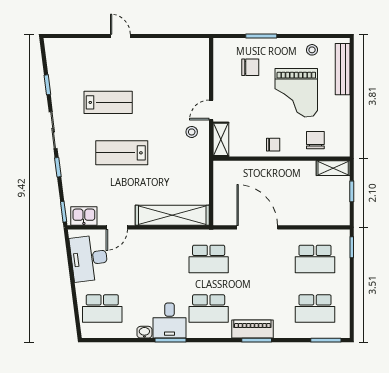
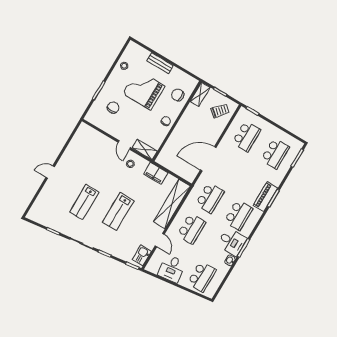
bench: (343, 69) -> (160, 63), moved, width x0.73
grand piano: (296, 93) -> (144, 90), turned 180
lab bench: (108, 102) -> (84, 202), turned 180
filing cabinet: (199, 172) -> (156, 173), added
trolley: (327, 206) -> (220, 111), added
desk: (89, 258) -> (172, 269), width x0.73
school desk: (155, 259) -> (191, 229), added

